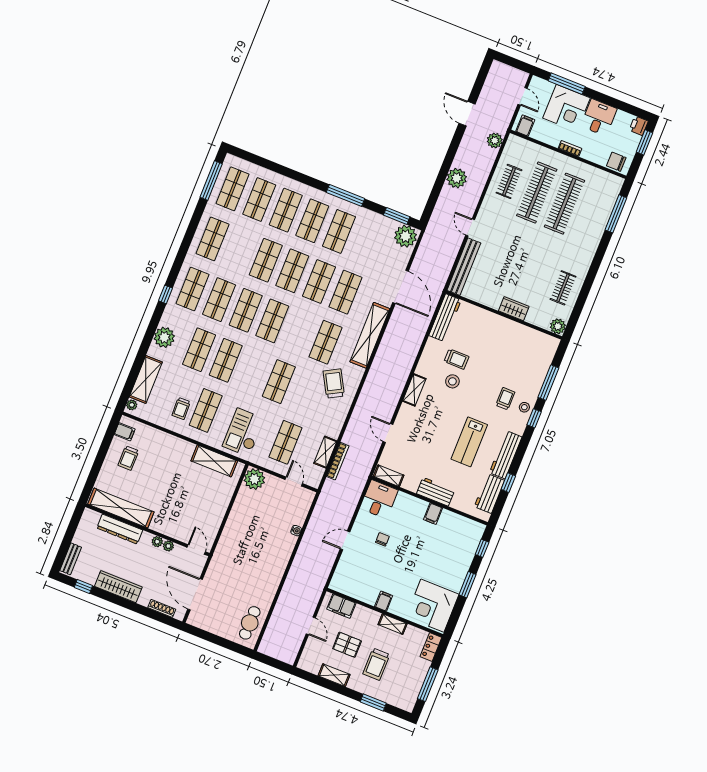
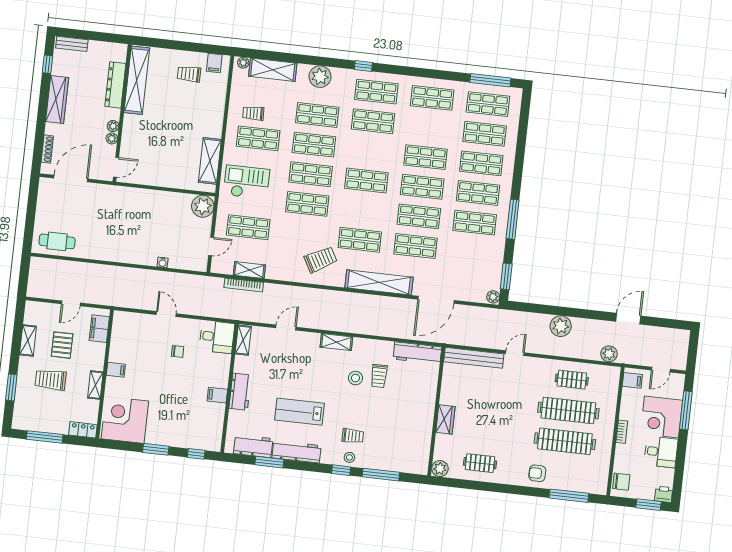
chair: (616, 162) -> (621, 482), turned 90
plant: (406, 236) -> (493, 297), width x0.53, depth x0.53
armchair: (587, 237) -> (537, 473), added
shop shelf: (246, 310) -> (311, 174), moved
window: (508, 483) -> (269, 462), width x1.50

